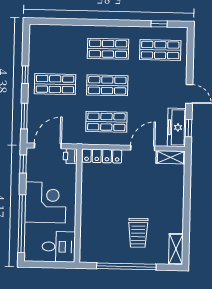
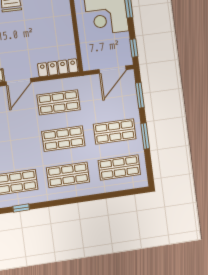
shop shelf: (56, 48) -> (119, 168), added
window: (25, 75) -> (145, 136), width x1.50
printer: (70, 156) -> (89, 63), removed

